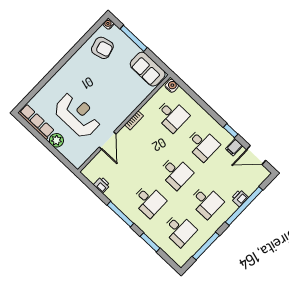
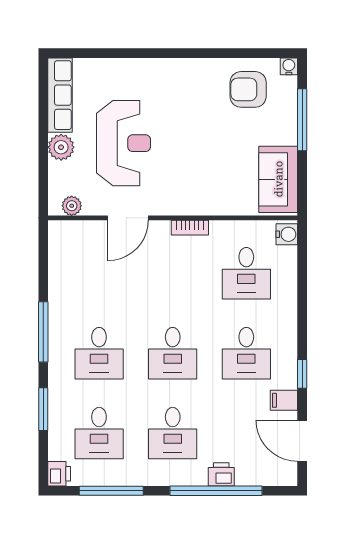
armchair: (102, 48) -> (248, 89), turned 105
plant: (83, 157) -> (72, 206), added
printer: (102, 185) -> (59, 474), moved

